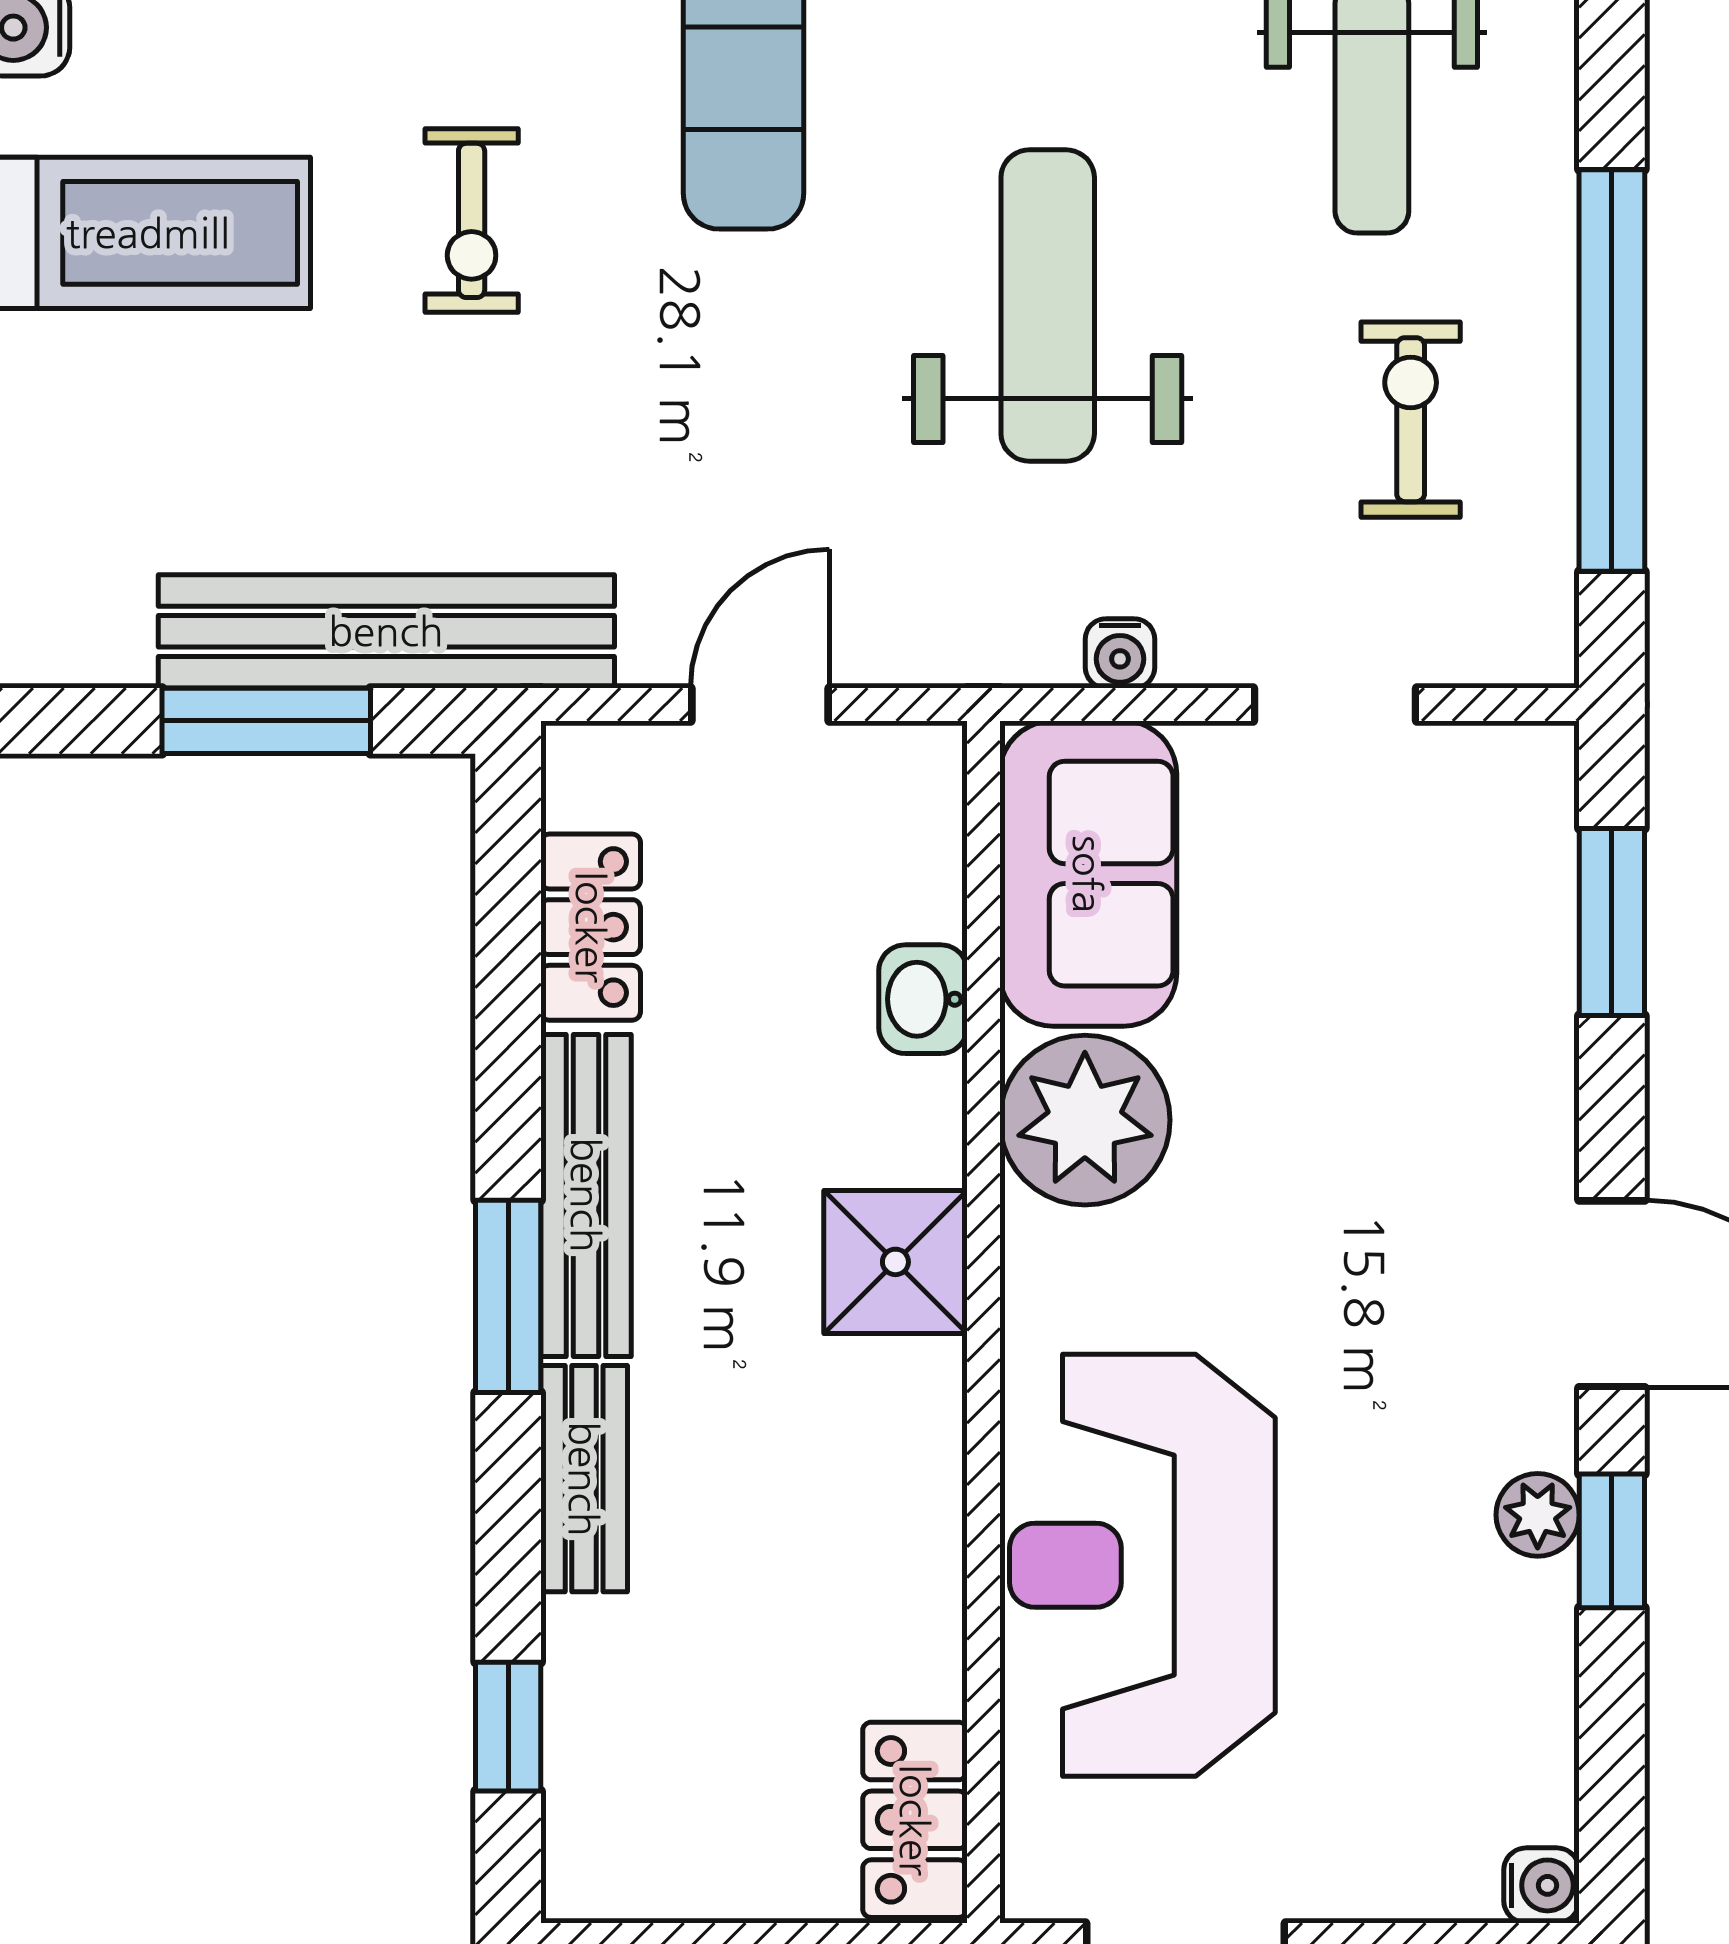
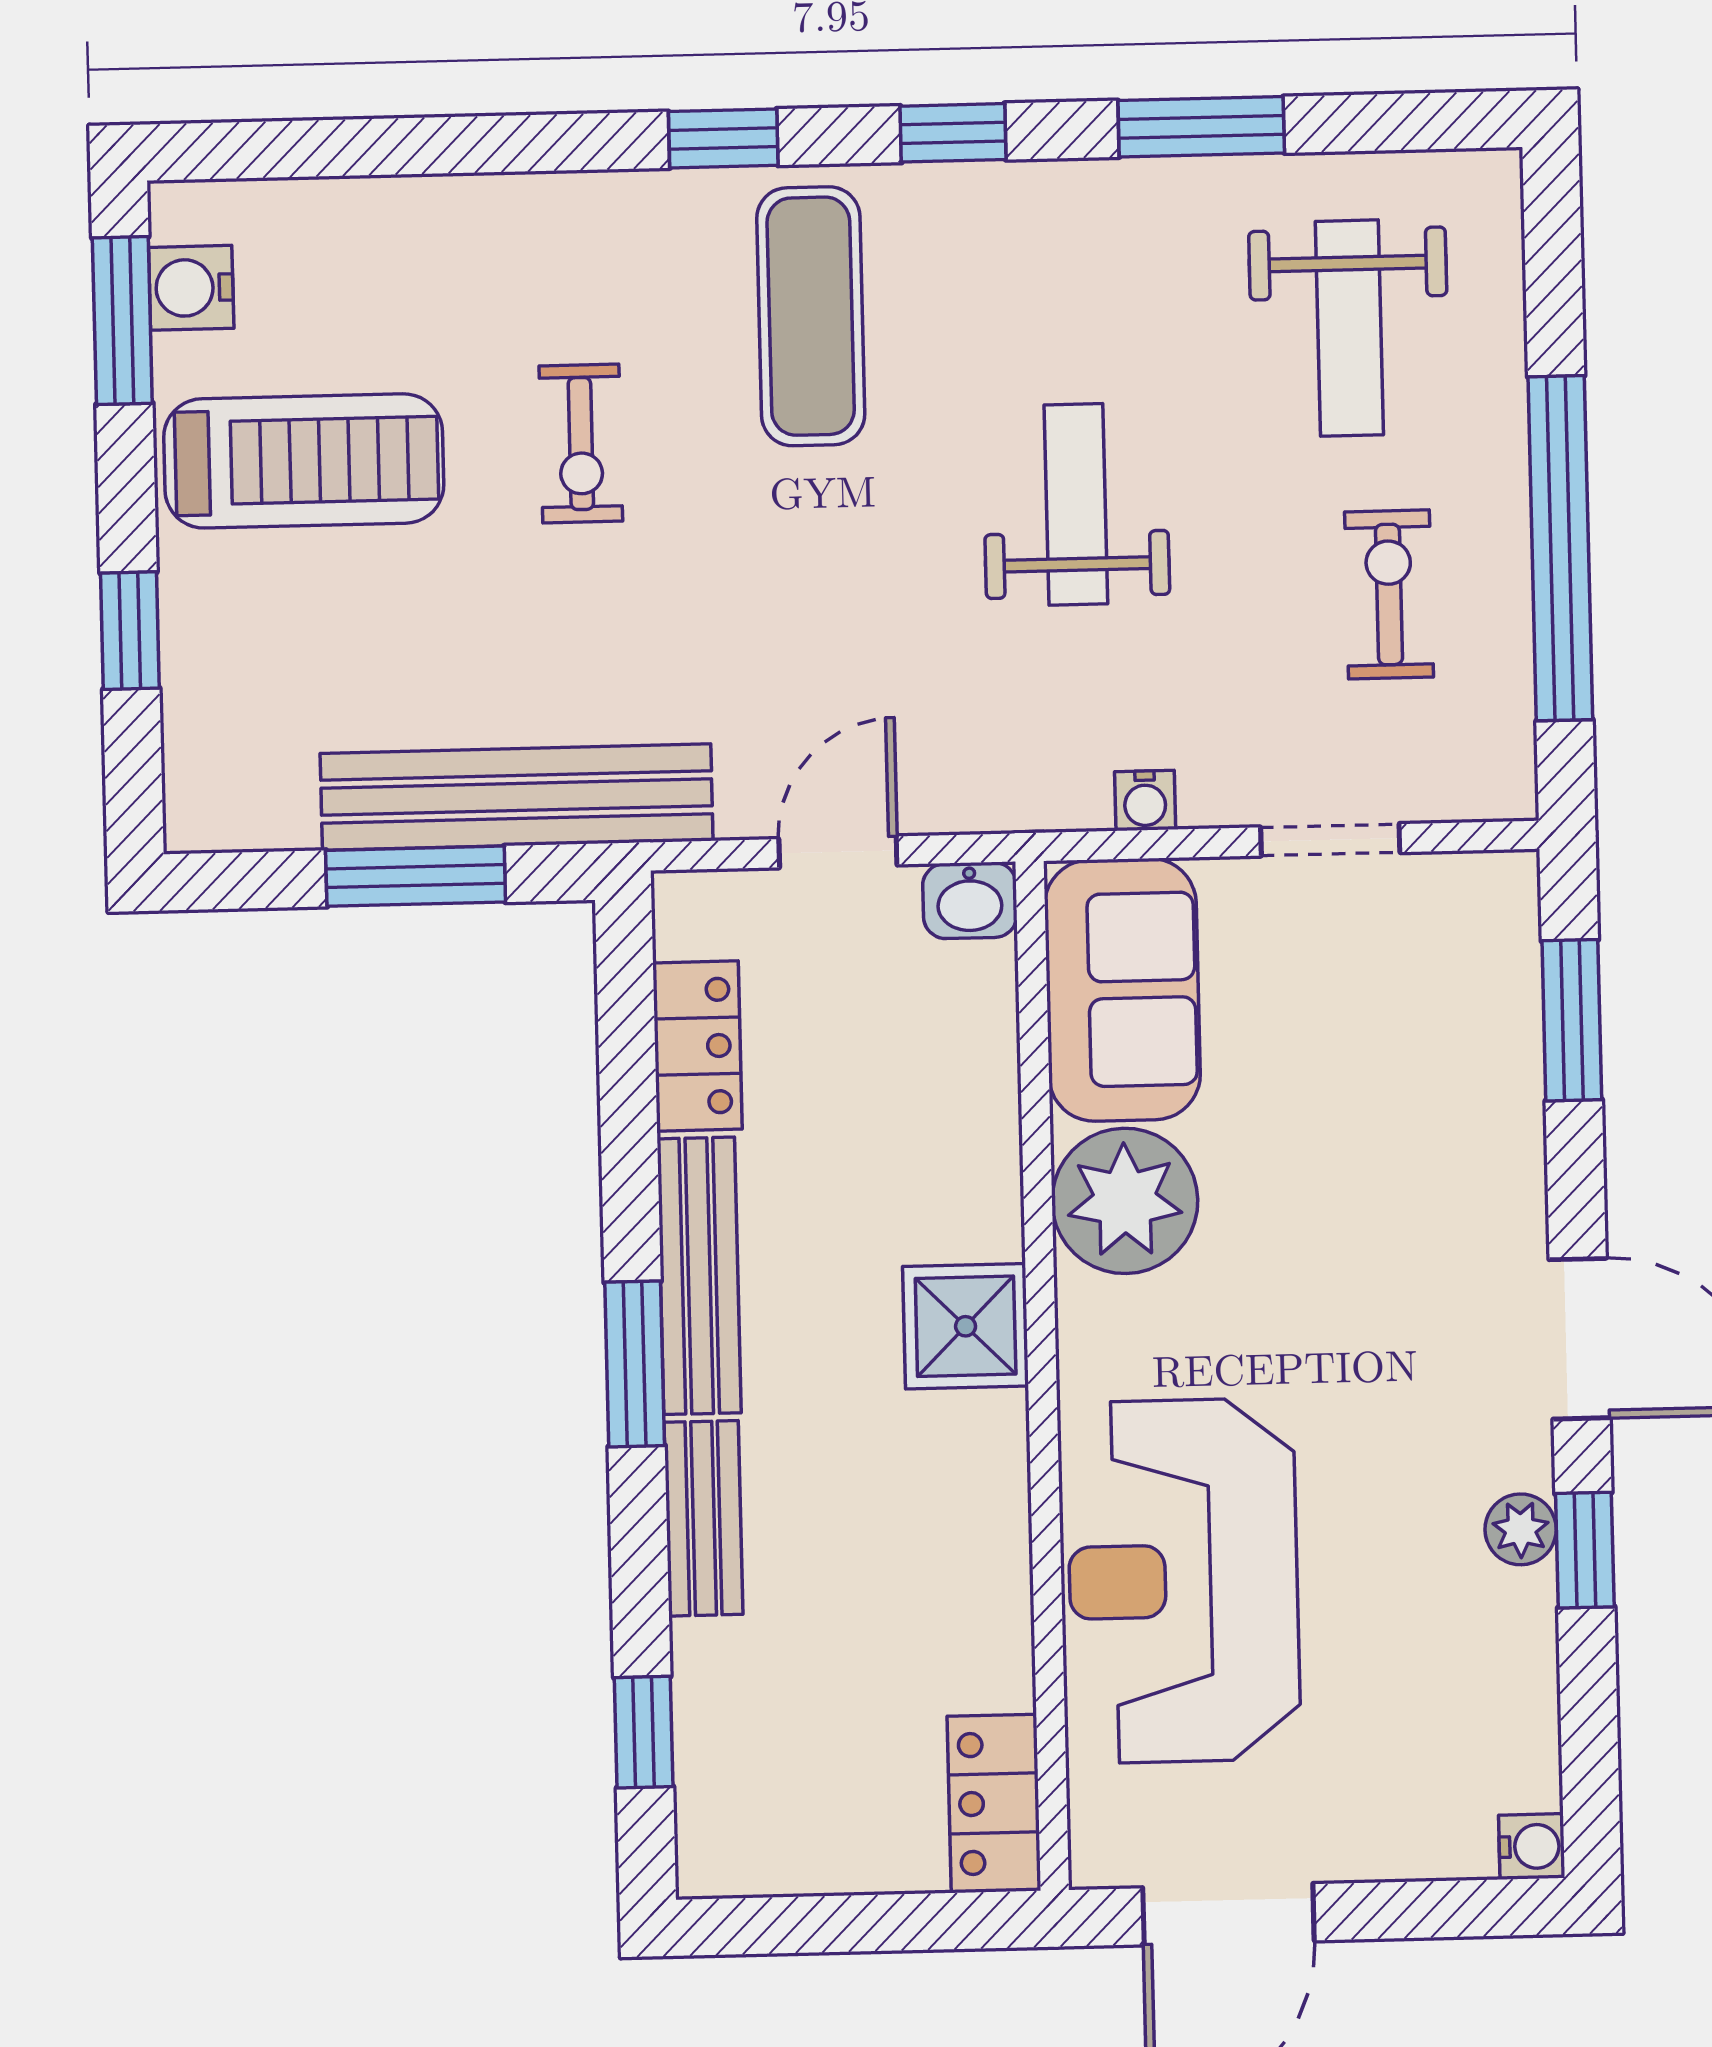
weight bench: (1048, 306) -> (1076, 504), width x0.73, depth x0.75
washbasin: (923, 999) -> (970, 900), moved, turned -90

